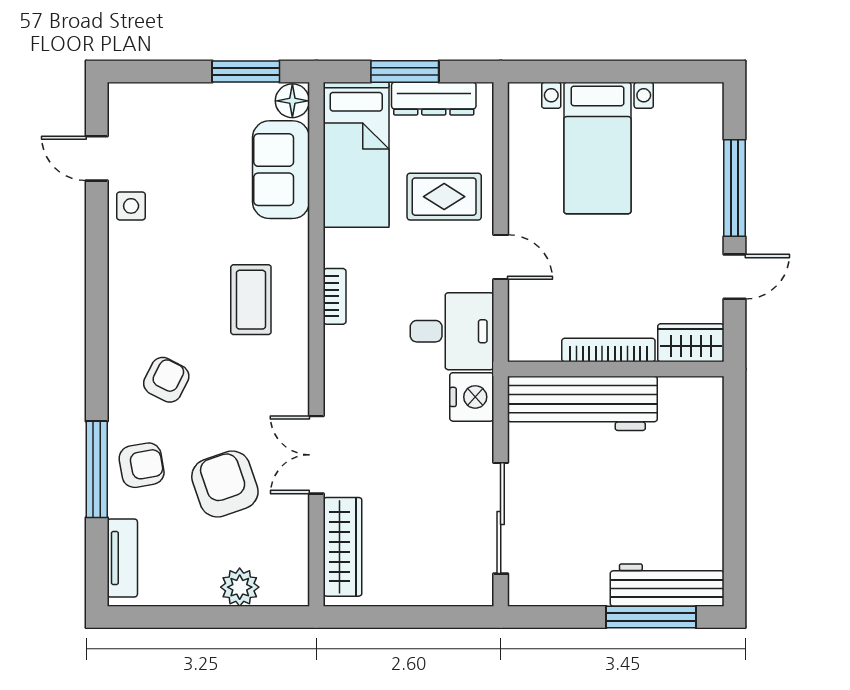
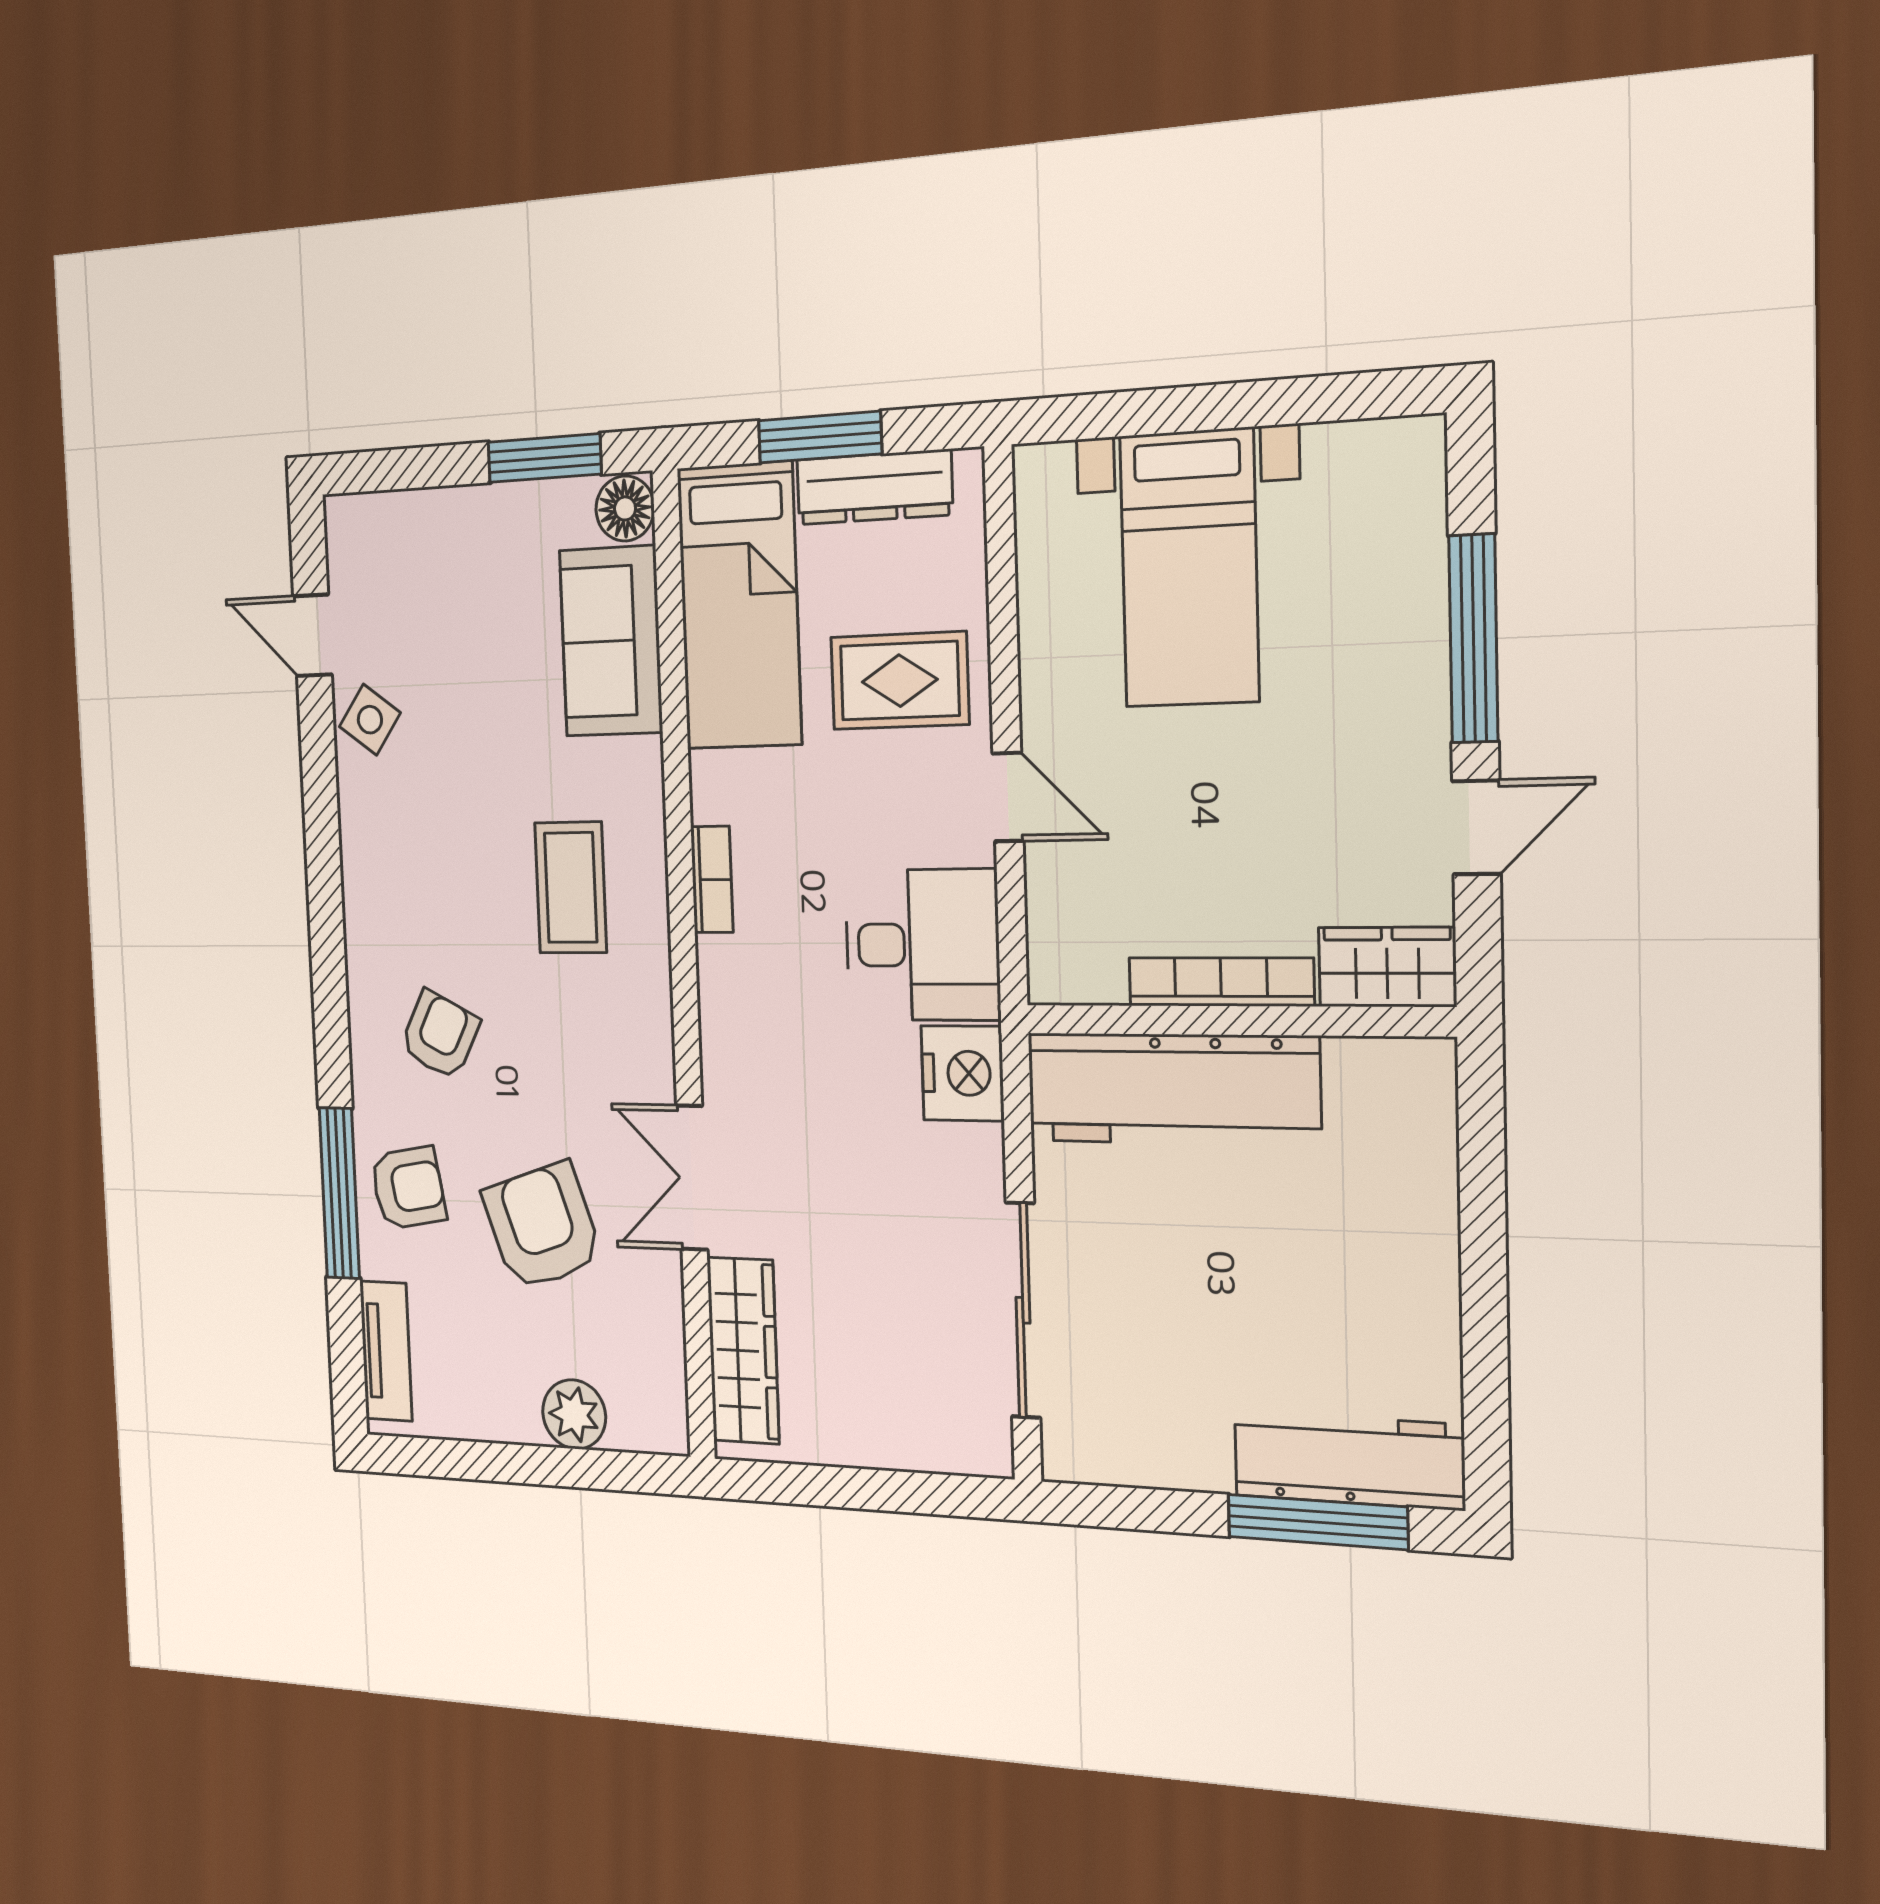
side table: (131, 206) -> (370, 720), turned 36

